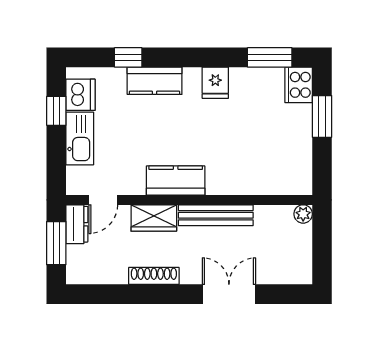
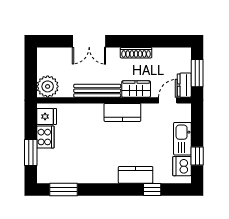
fridge: (215, 83) -> (47, 116), moved, turned 90
cooker: (299, 85) -> (45, 137), moved
plant: (303, 214) -> (48, 86), width x1.88, depth x1.88

